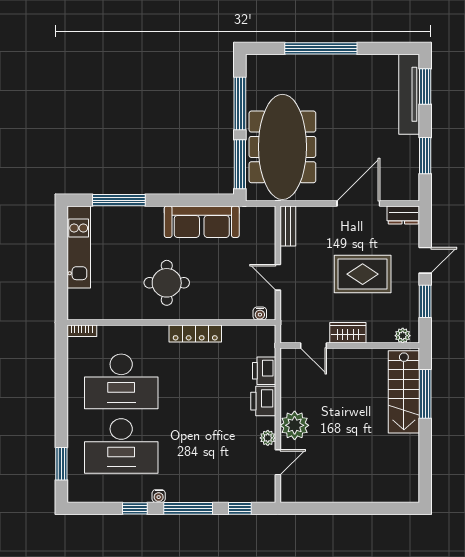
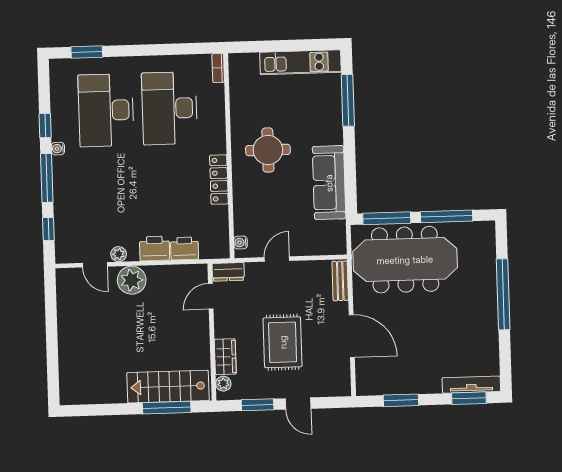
tv unit: (409, 94) -> (471, 385), width x0.73, depth x0.78
dresser: (403, 215) -> (228, 272), moved, turned -90
bench: (288, 226) -> (340, 281), moved, turned 90
wardrobe: (348, 333) -> (225, 357), moved

